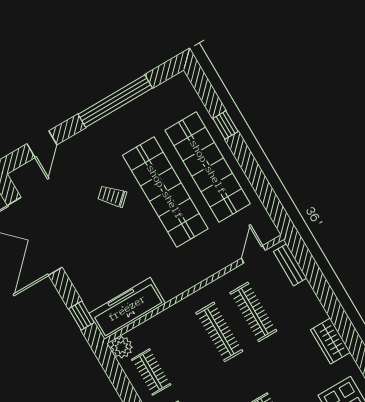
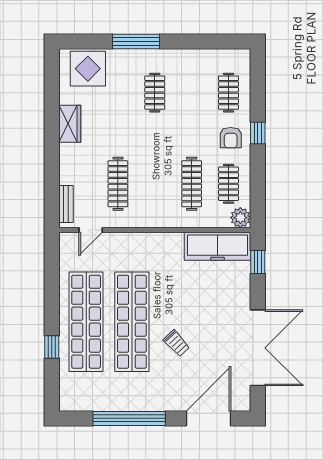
door: (42, 144) -> (208, 418), width x1.88
clothes rail: (219, 332) -> (192, 184), moved

